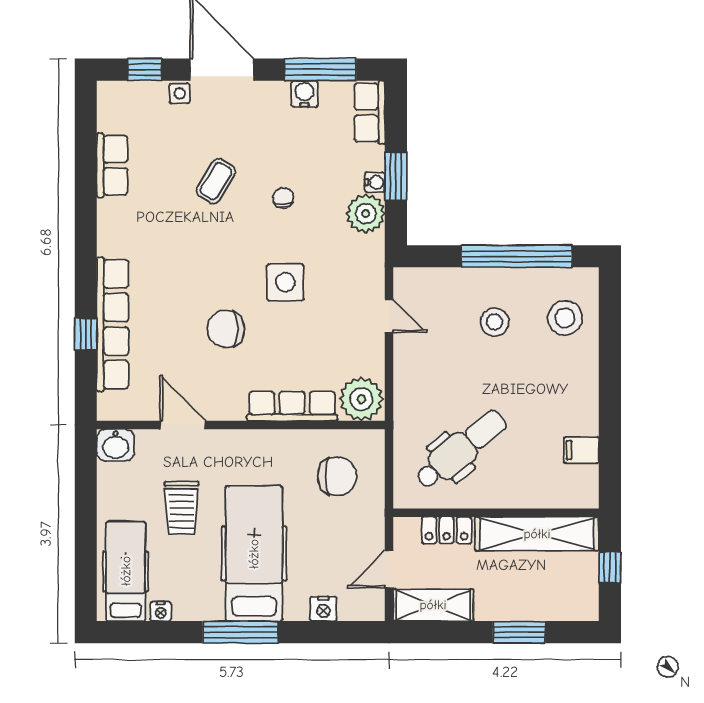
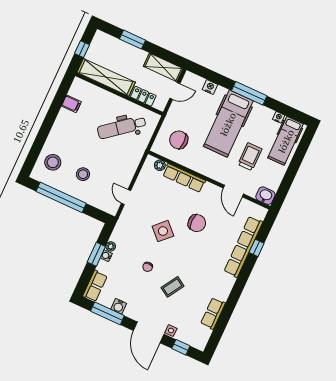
plant: (366, 214) -> (111, 246), width x0.53, depth x0.53
side table: (285, 282) -> (163, 231), turned 45
plant: (361, 399) -> (160, 165), width x0.53, depth x0.53

